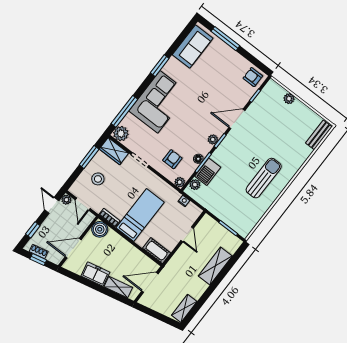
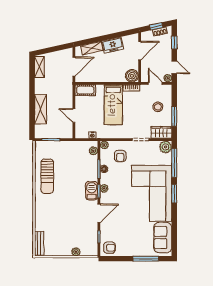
window: (160, 66) -> (174, 194), moved
corner sofa: (159, 102) -> (152, 193), width x1.36, depth x1.36
barbecue: (208, 172) -> (92, 191), moved
sun lounger: (264, 178) -> (47, 176), moved

